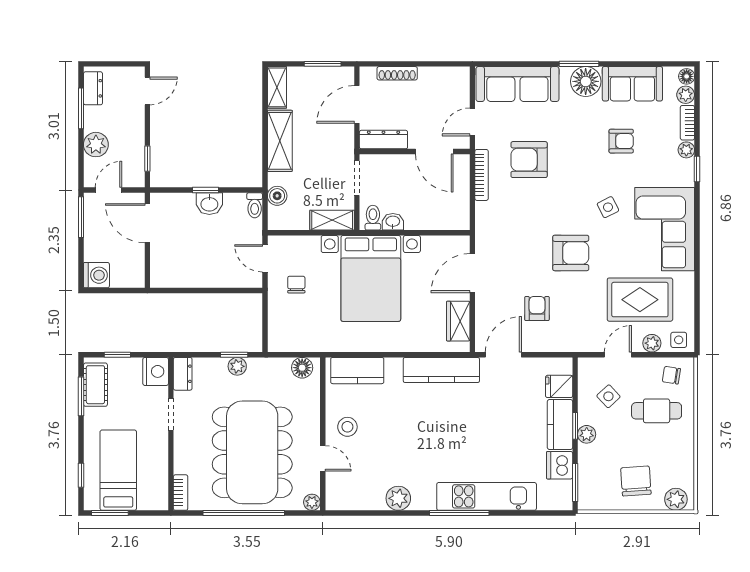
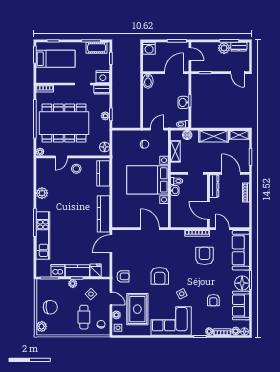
plant: (96, 145) -> (224, 48), moved
door: (434, 152) -> (208, 210), hinge flipped
shelving: (332, 220) -> (175, 151), moved
bidet: (165, 278) -> (148, 81), added
armchair: (537, 308) -> (123, 276), moved
wardrobe: (458, 321) -> (127, 222), removed
door: (503, 355) -> (111, 244), swing flipped

